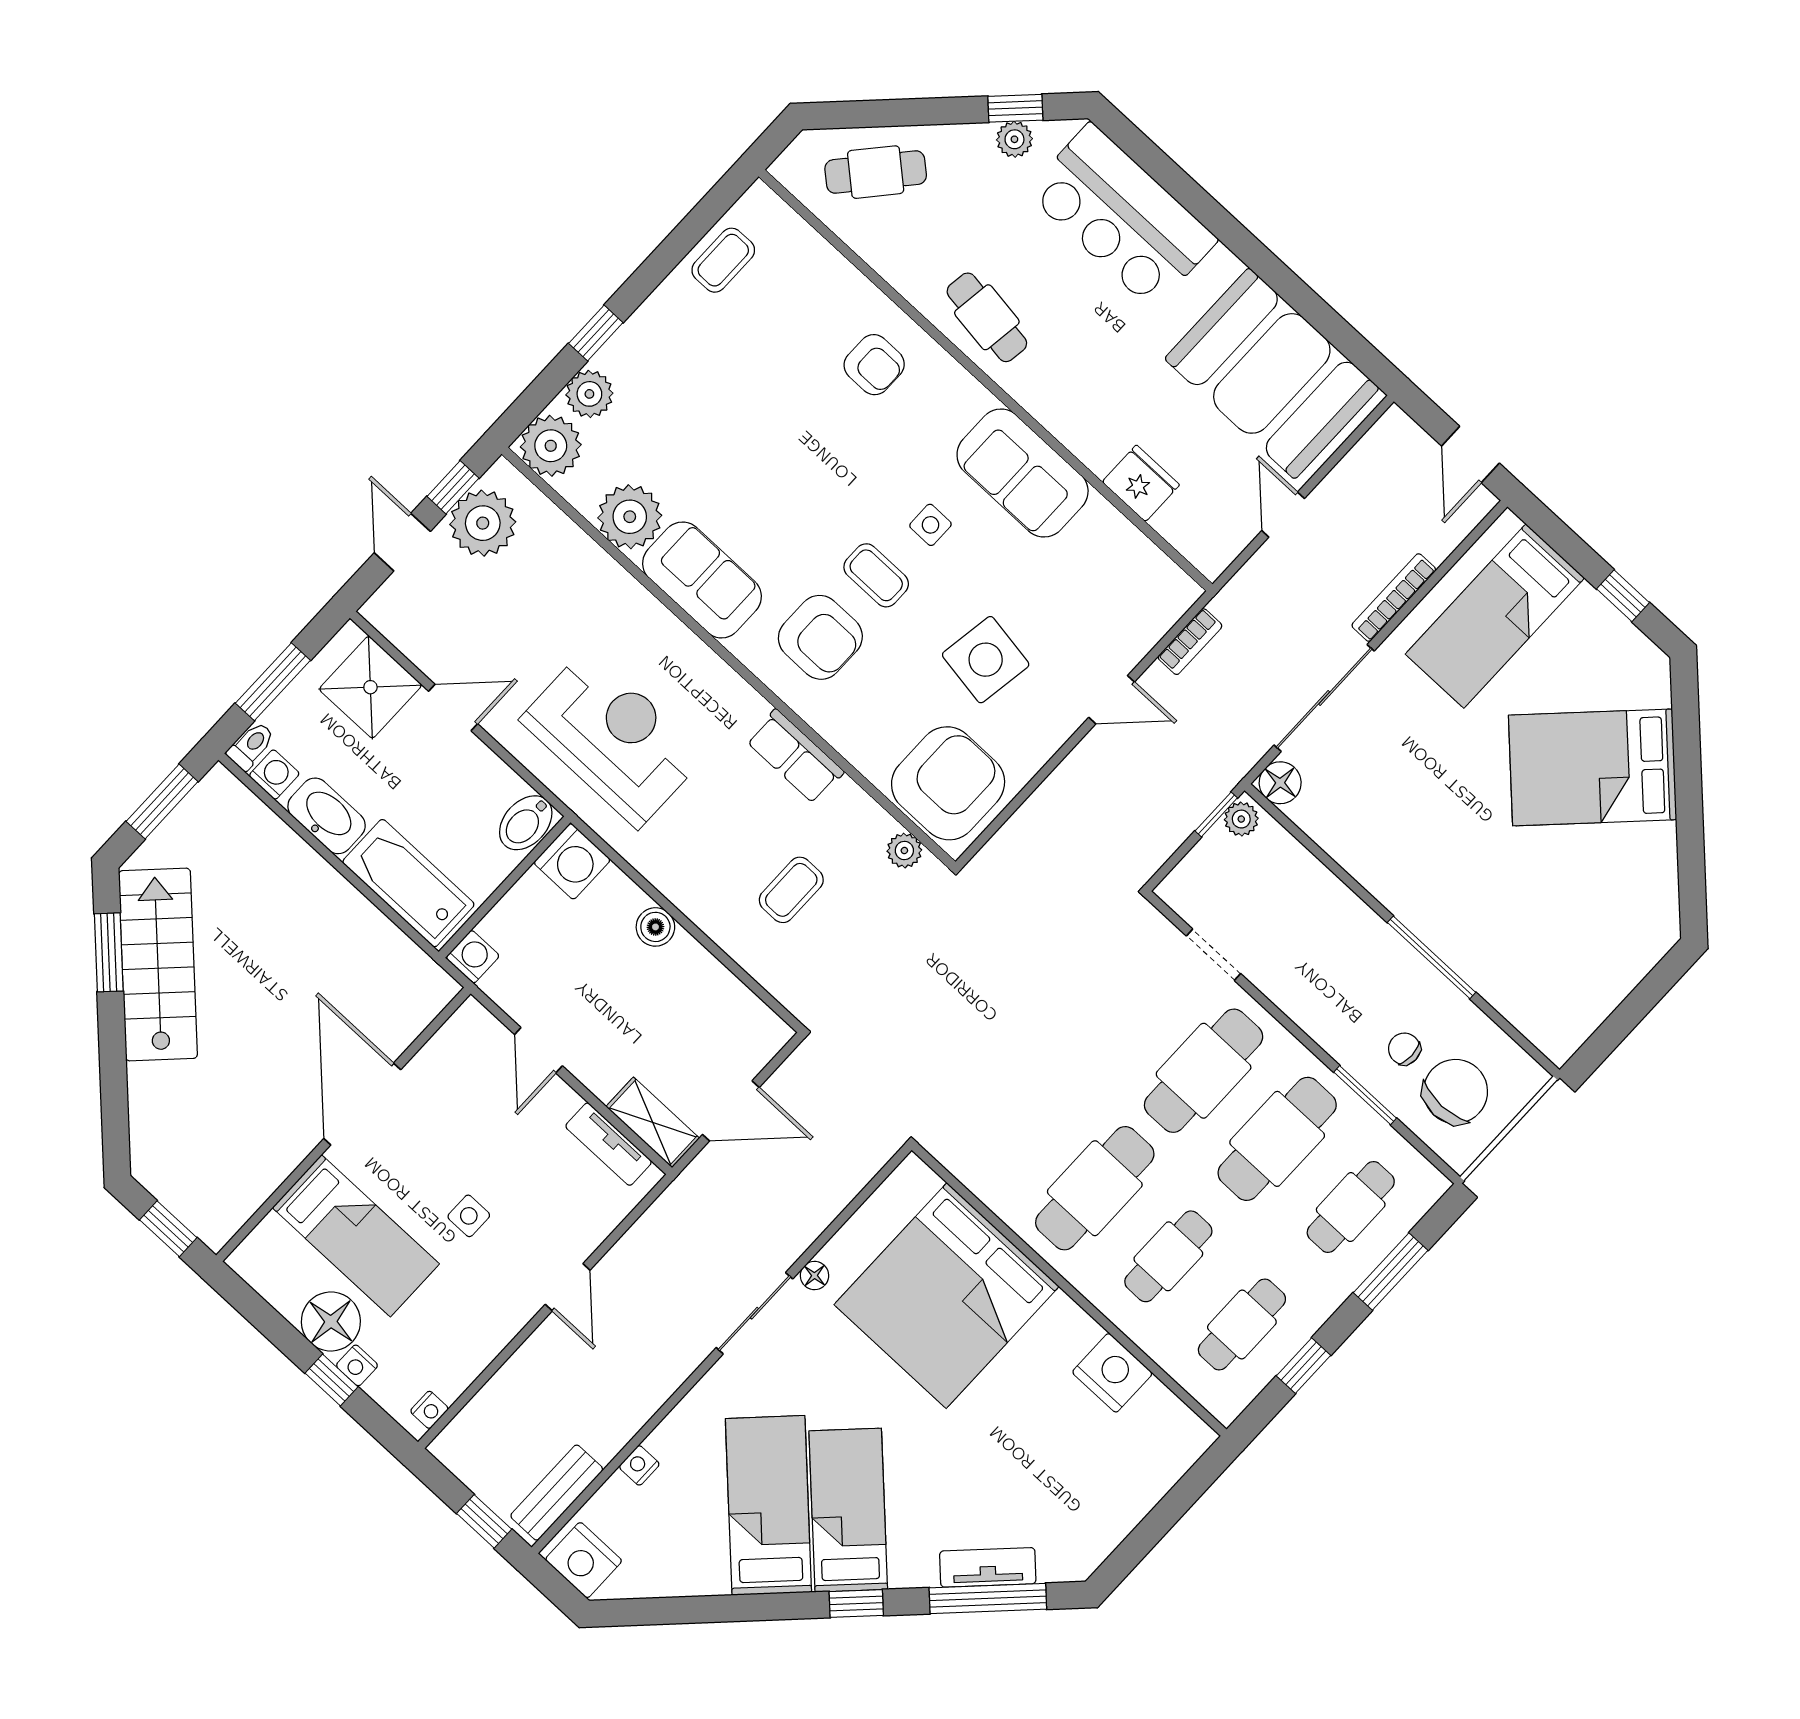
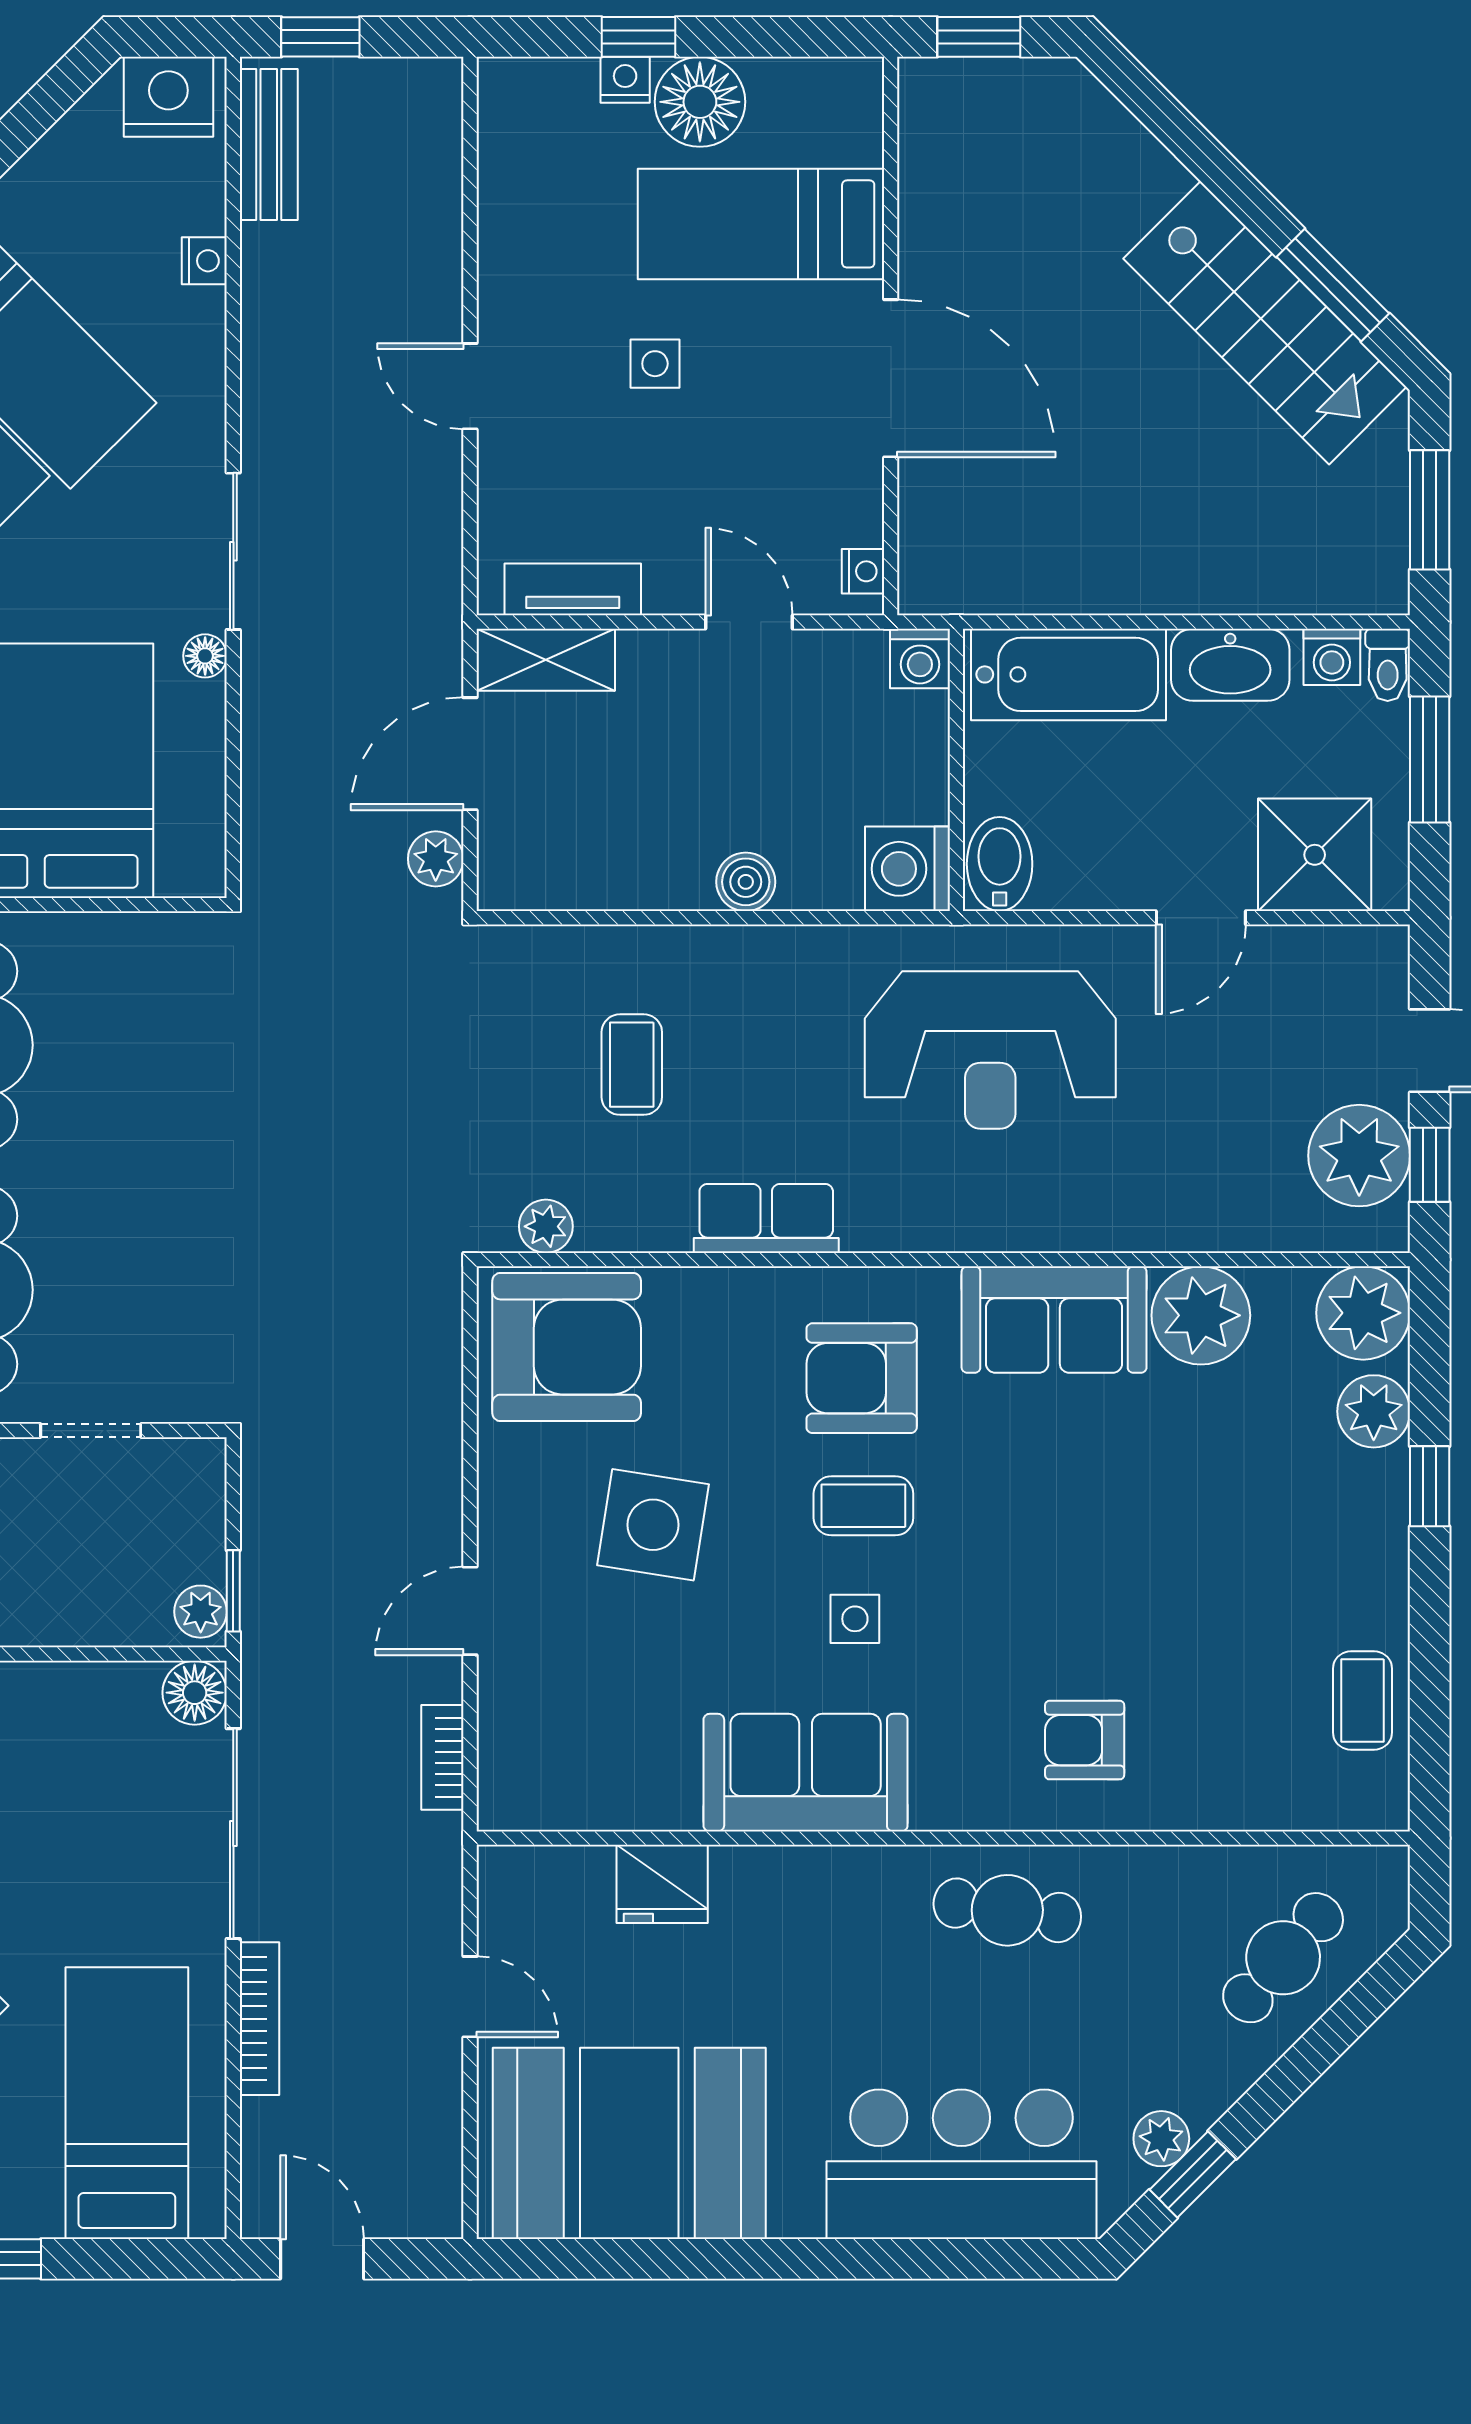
armchair: (948, 783) -> (567, 1347), turned -90
plant: (794, 1076) -> (436, 859), added
nightstand: (429, 1410) -> (863, 571), moved, turned 180

